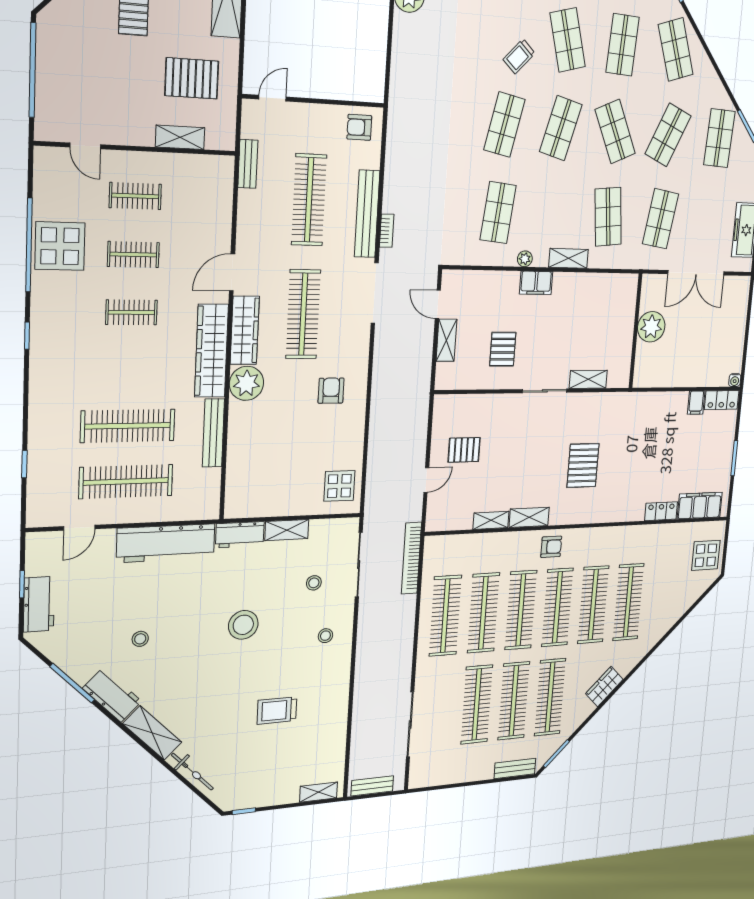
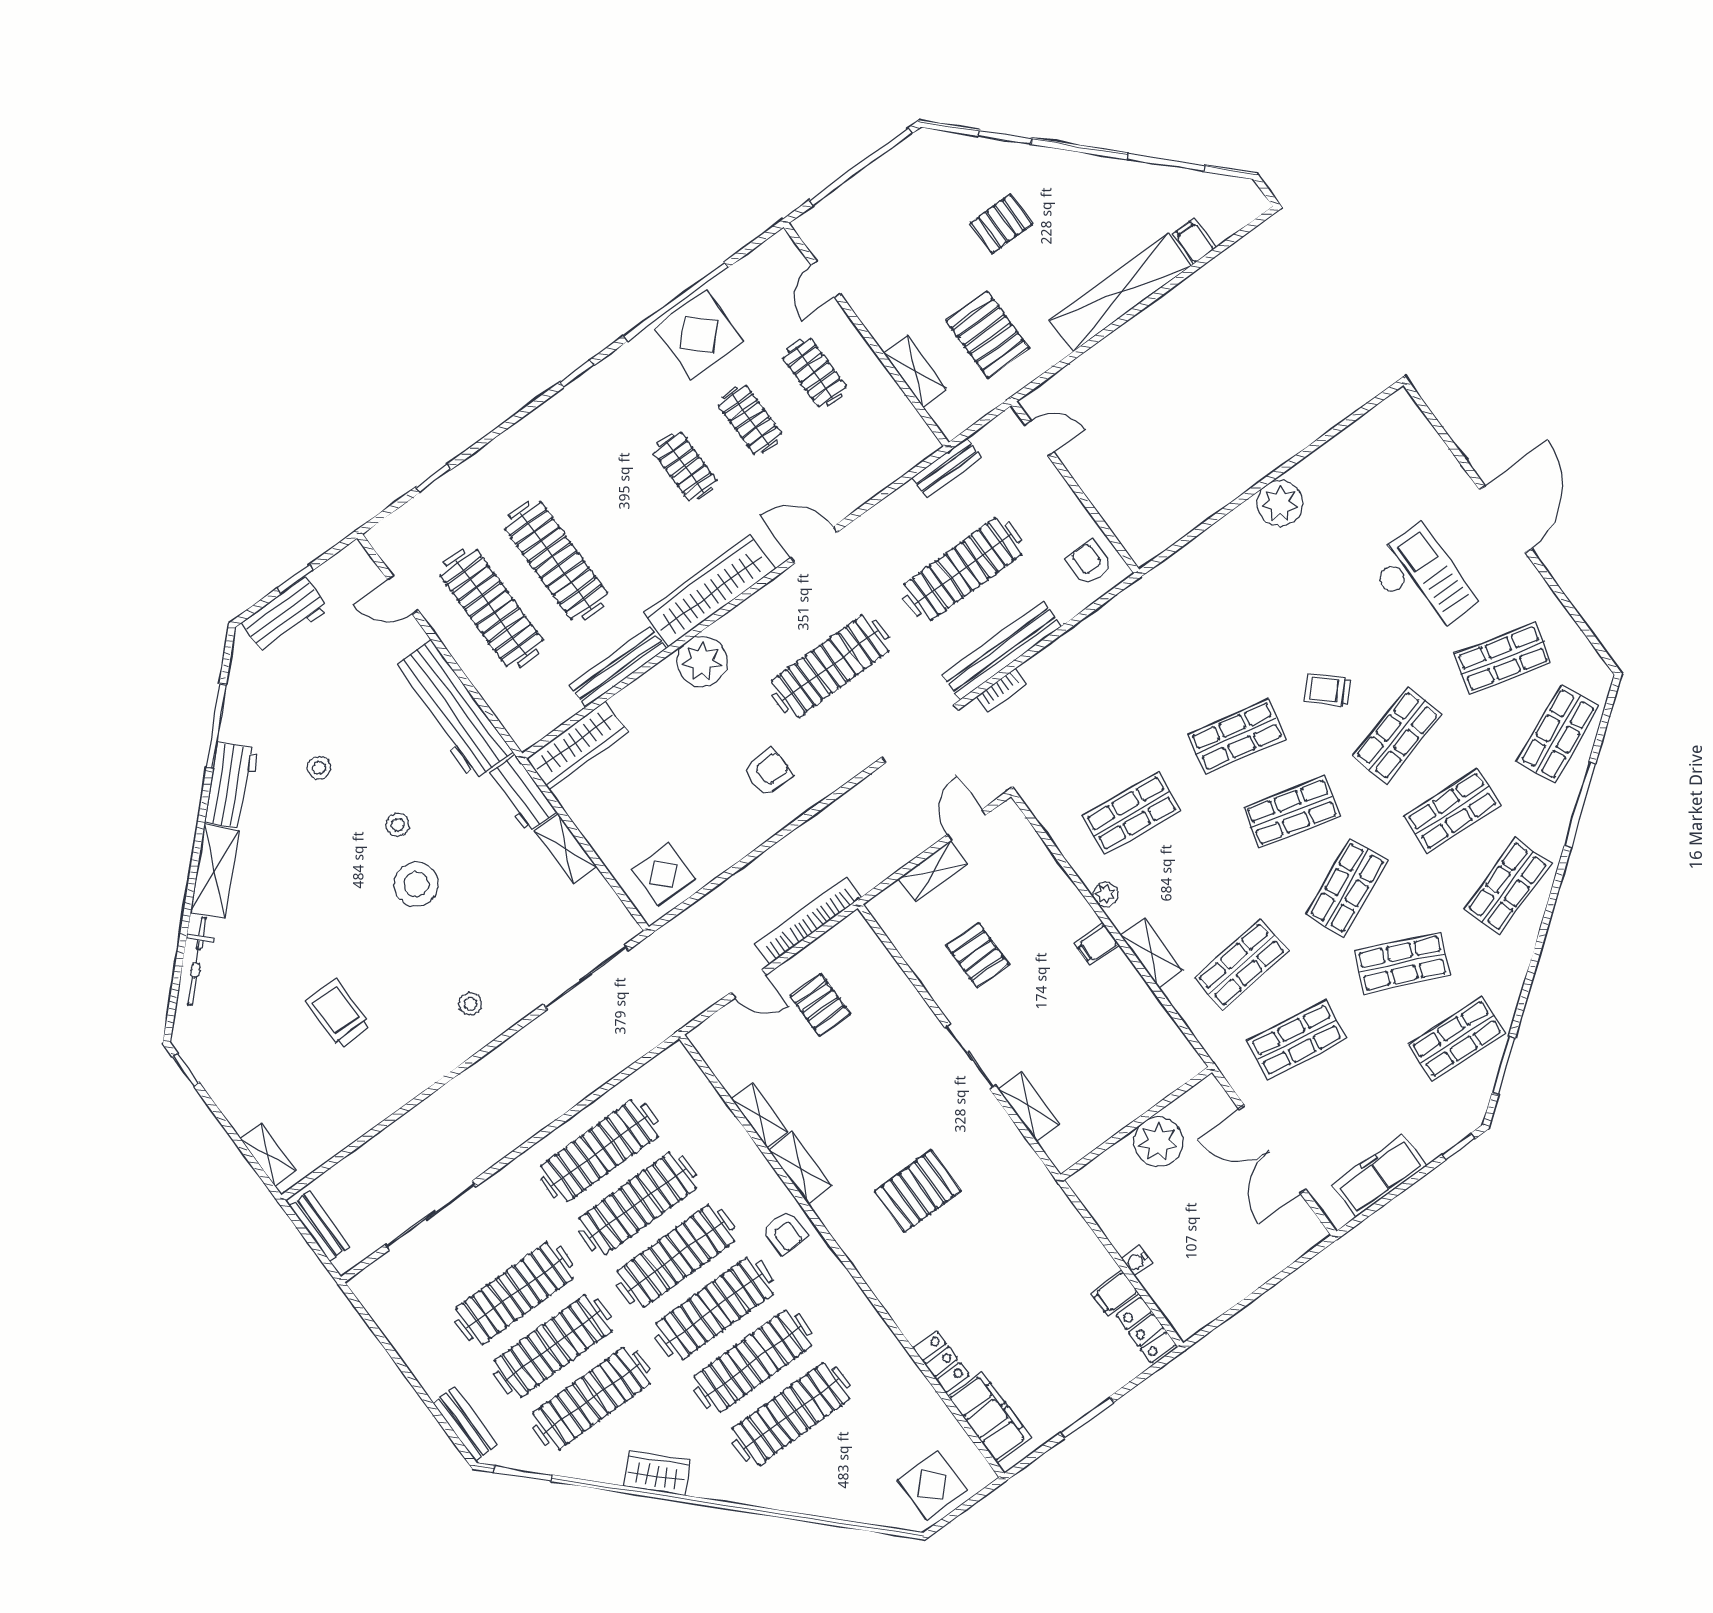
filing cabinet: (536, 283) -> (1097, 944), width x0.50
wardrobe: (245, 330) -> (577, 745), moved
pallet: (503, 349) -> (978, 955), turned 90
water cooler: (735, 380) -> (1137, 1261), moved
bookcase: (411, 558) -> (808, 921), moved
stool: (314, 583) -> (398, 825), moved

